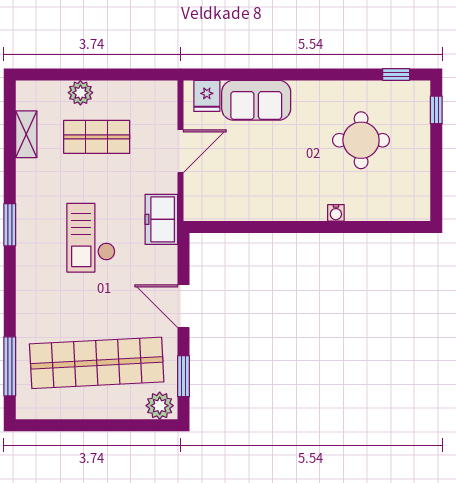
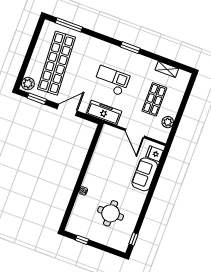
plant: (80, 93) -> (168, 122), moved
window: (436, 110) -> (82, 240), moved
freezer: (161, 219) -> (104, 113), width x1.40

